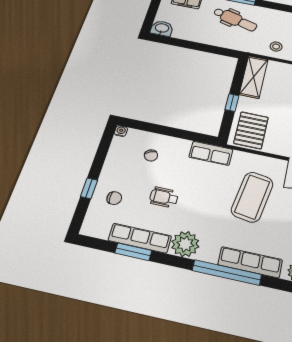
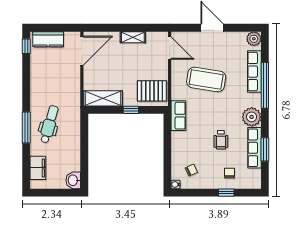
stool: (276, 47) -> (69, 86), removed
chair: (151, 155) -> (191, 170), moved

